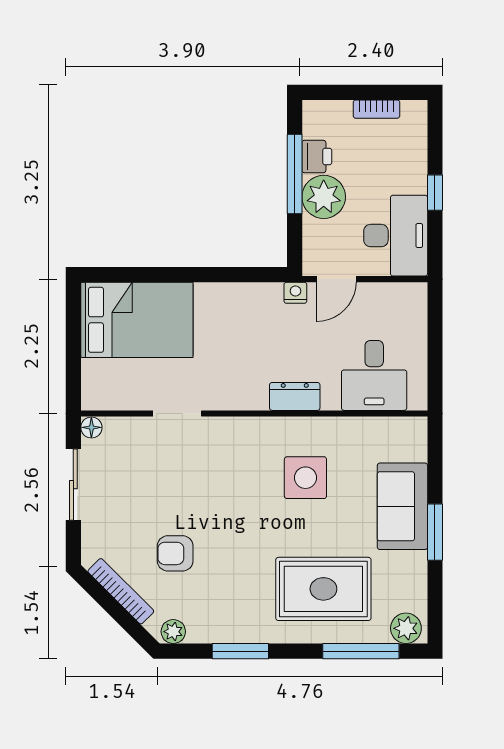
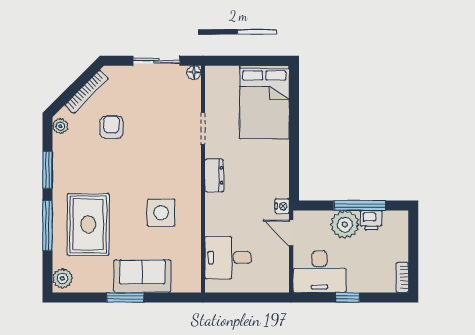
bookcase: (376, 109) -> (402, 277), moved
dresser: (295, 396) -> (214, 175), moved
window: (361, 651) -> (48, 226), moved

